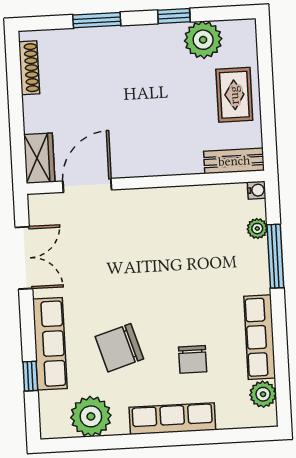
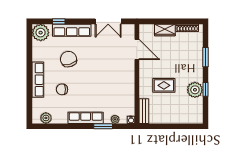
plant: (203, 40) -> (195, 90), moved
rug: (234, 95) -> (164, 85), moved
wardrobe: (39, 158) -> (165, 30), moved
window: (275, 256) -> (103, 126), width x0.69
row of seats: (260, 337) -> (86, 118), moved
plant: (91, 416) -> (41, 33), moved

